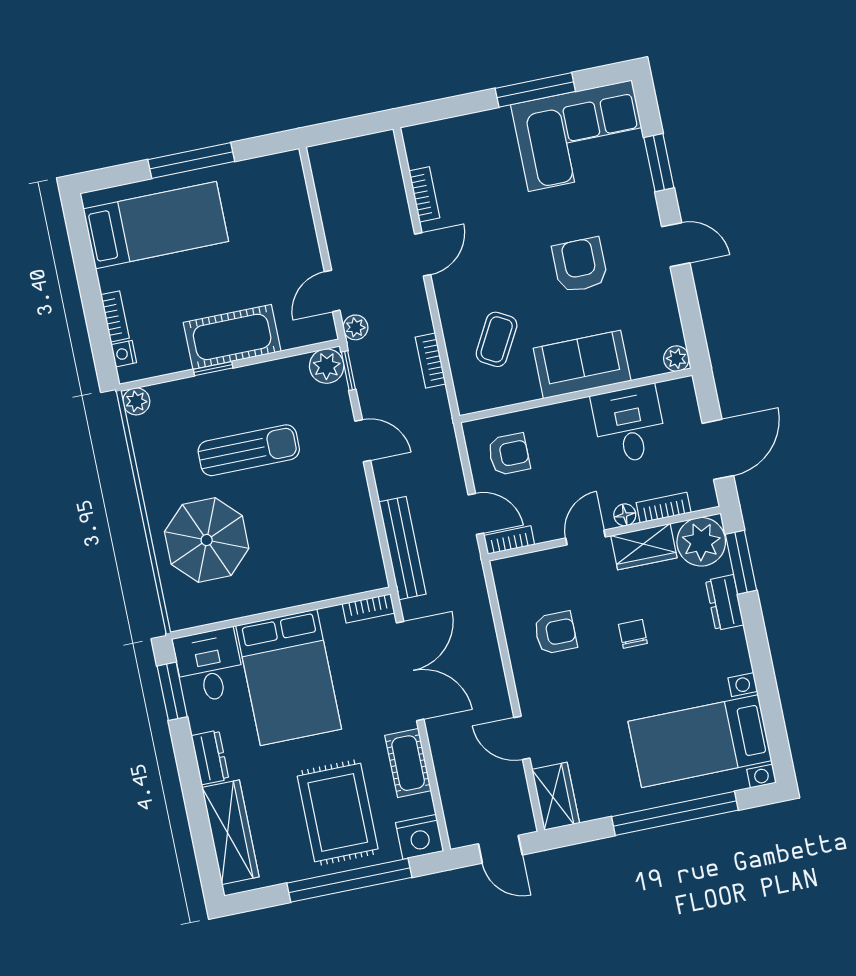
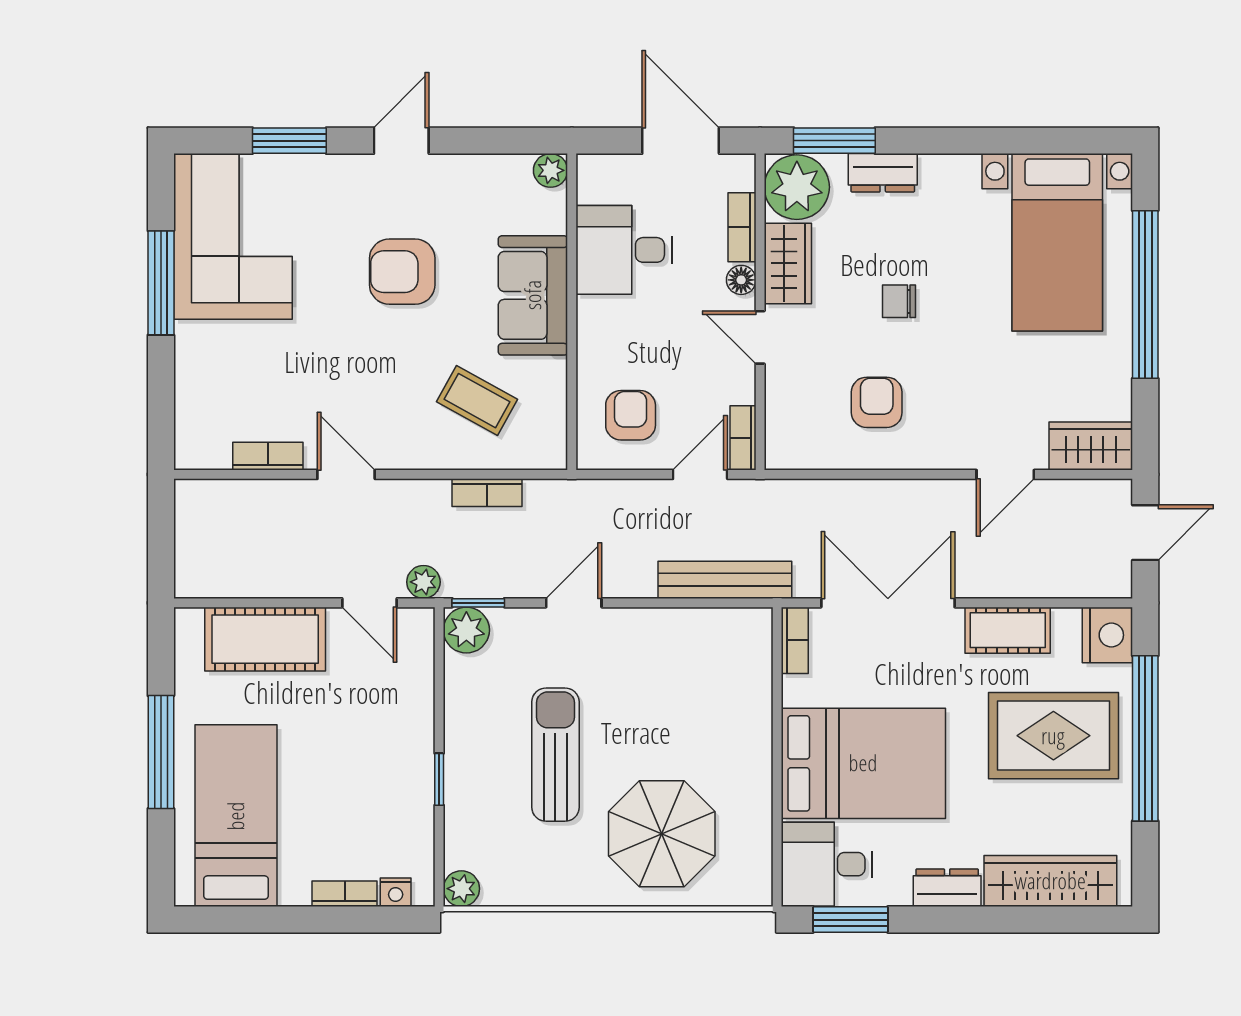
cot: (232, 337) -> (265, 639), moved, turned 90

